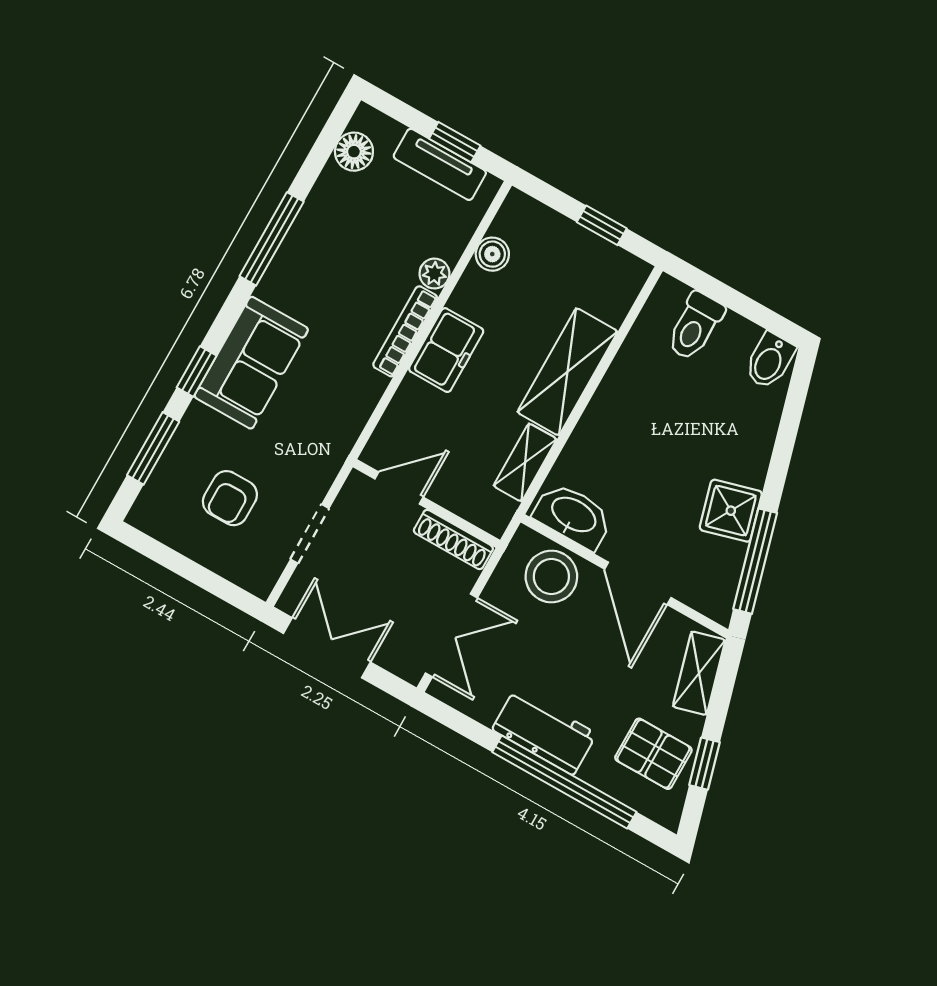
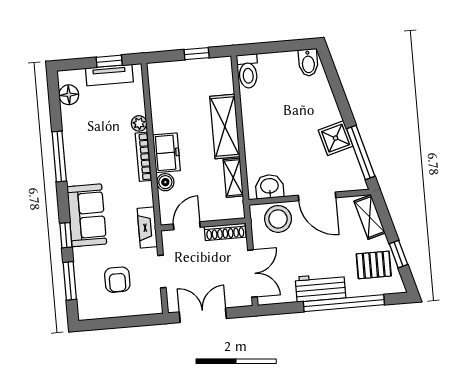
boiler: (492, 254) -> (165, 182), moved
toilet: (695, 326) -> (248, 71), moved
fireplace: (334, 448) -> (147, 228), added
washbasin: (573, 516) -> (269, 186), width x0.72

